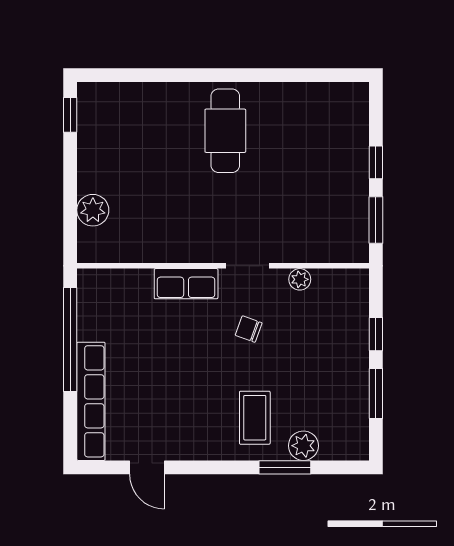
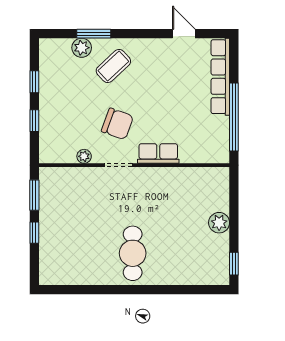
plant: (93, 210) -> (219, 223), moved
chair: (249, 329) -> (117, 124), width x1.87, depth x1.87
window: (376, 394) -> (34, 82), width x0.67
coffee table: (255, 418) -> (113, 66), turned 47

